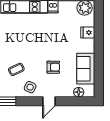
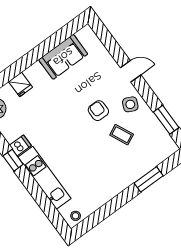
armchair: (53, 67) -> (98, 111), moved
floor lamp: (79, 92) -> (96, 45), removed

